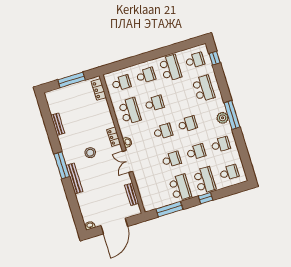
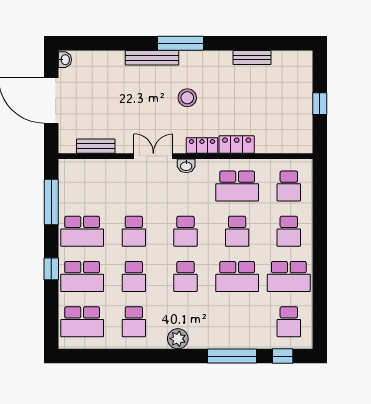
window: (71, 80) -> (320, 104), width x0.46
school desk: (203, 88) -> (237, 276), moved
locker: (99, 89) -> (237, 145), moved
window: (232, 115) -> (232, 356), moved
school desk: (229, 173) -> (82, 322), width x1.85

